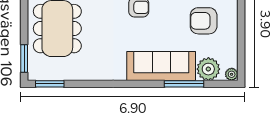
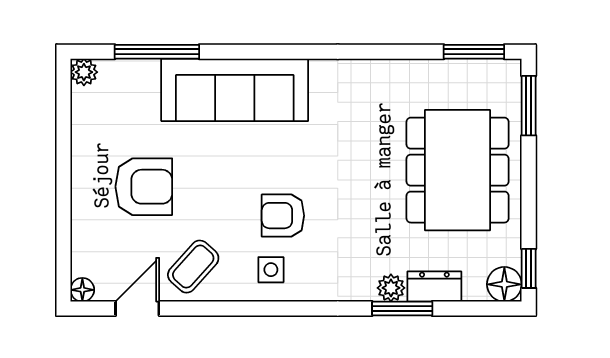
plant: (208, 69) -> (134, 83), removed
window: (184, 84) -> (157, 52), moved

